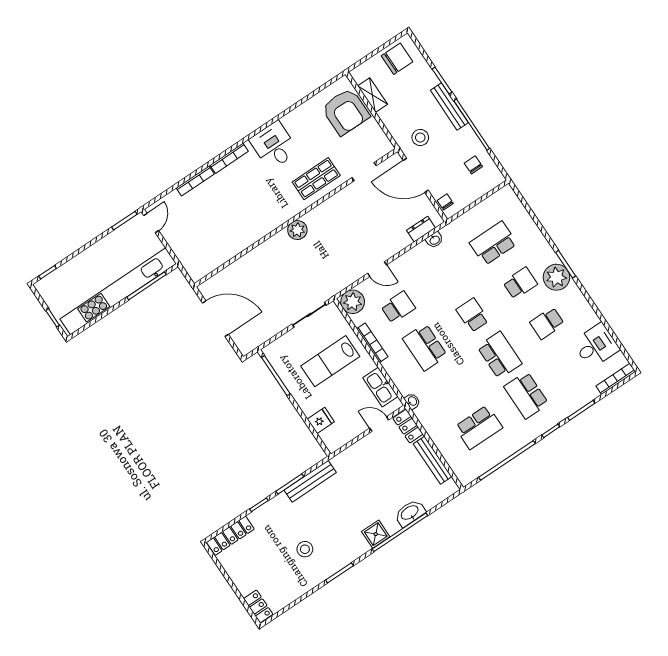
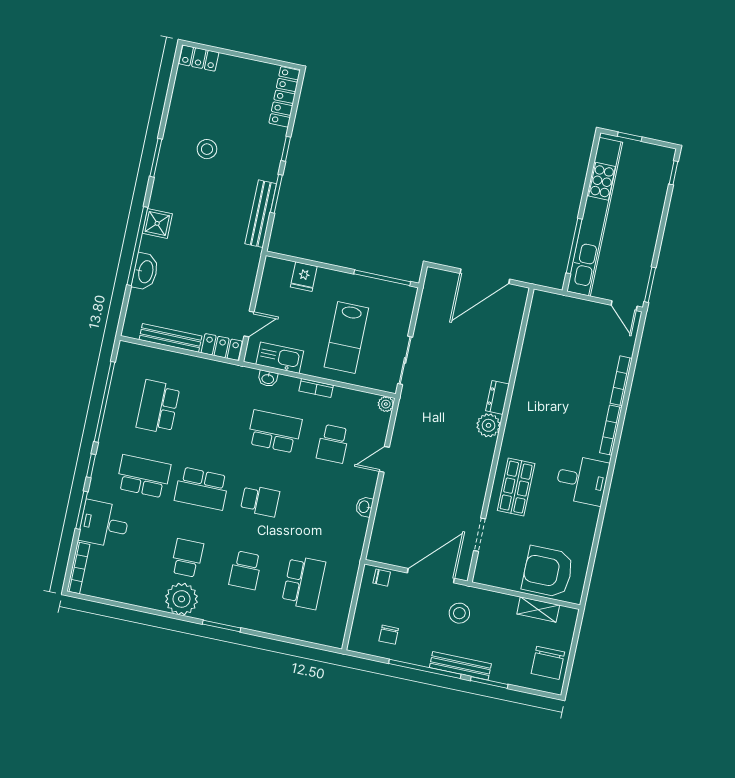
chair: (473, 165) -> (389, 635), turned 90
dresser: (421, 229) -> (497, 397), moved, turned 180
washbasin: (435, 240) -> (364, 507), moved
plant: (556, 277) -> (181, 599), moved
plant: (353, 302) -> (386, 404), width x0.53, depth x0.53
bookcase: (372, 343) -> (316, 388), width x0.64
desk: (596, 346) -> (104, 524), moved, turned 90
lab bench: (330, 361) -> (346, 337), turned 180
washbasin: (412, 401) -> (268, 379), moved

